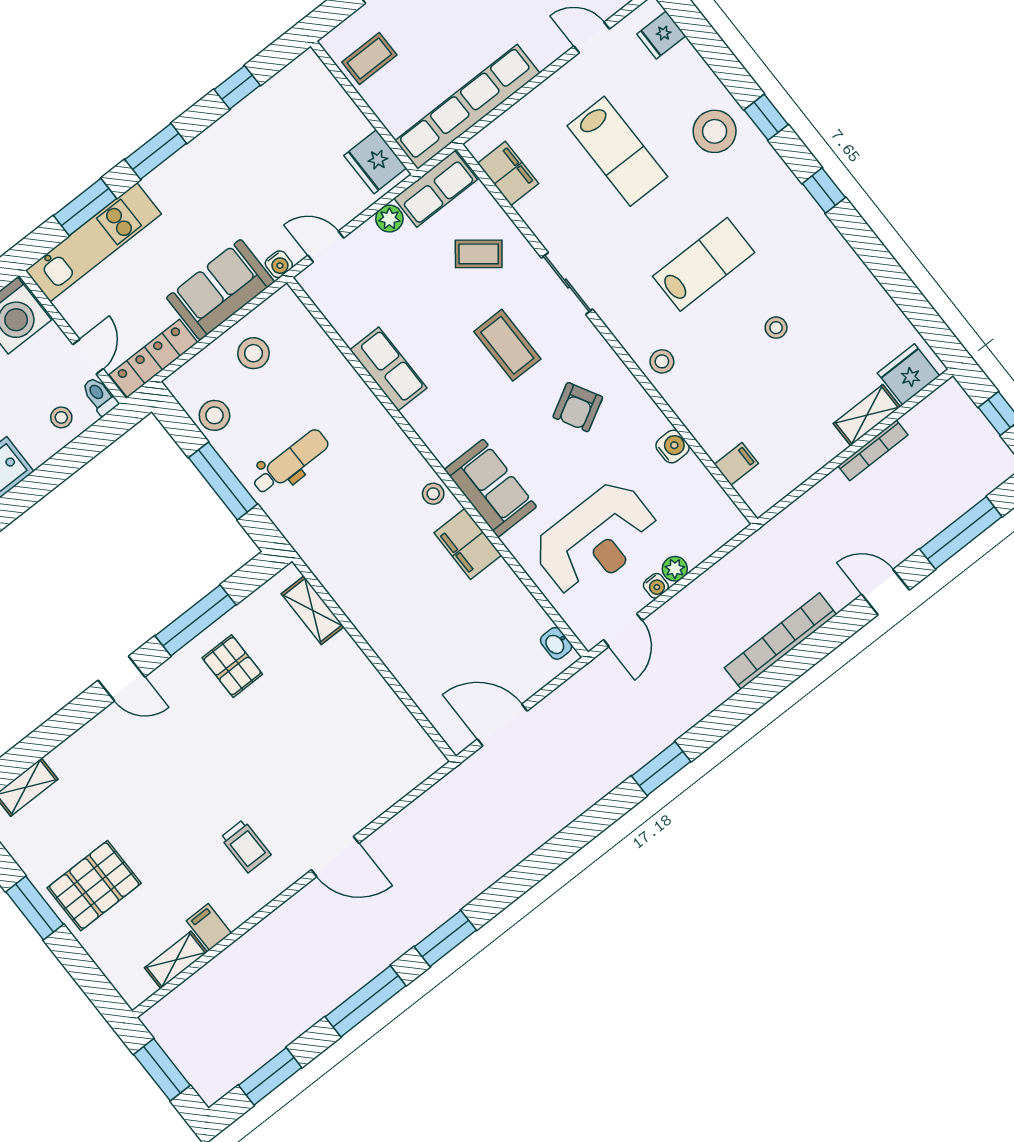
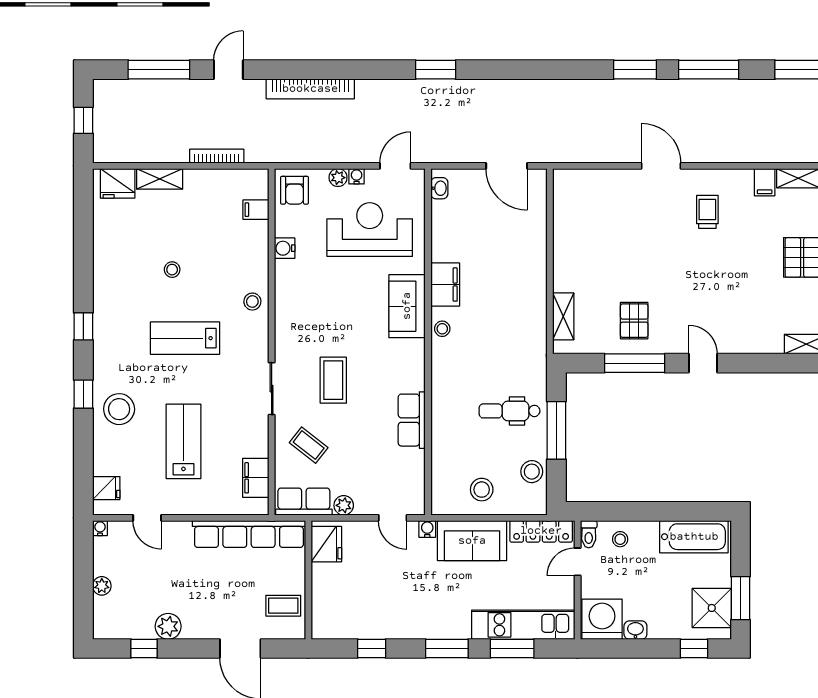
armchair: (578, 407) -> (294, 190), moved, turned 119
bookcase: (873, 450) -> (217, 156), moved
door: (885, 592) -> (228, 70), swing flipped

